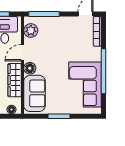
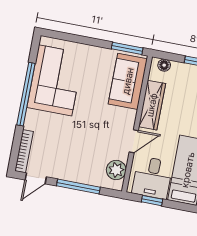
window: (44, 14) -> (78, 187), moved
floor lamp: (30, 68) -> (128, 118), removed
window: (59, 116) -> (127, 48), moved

